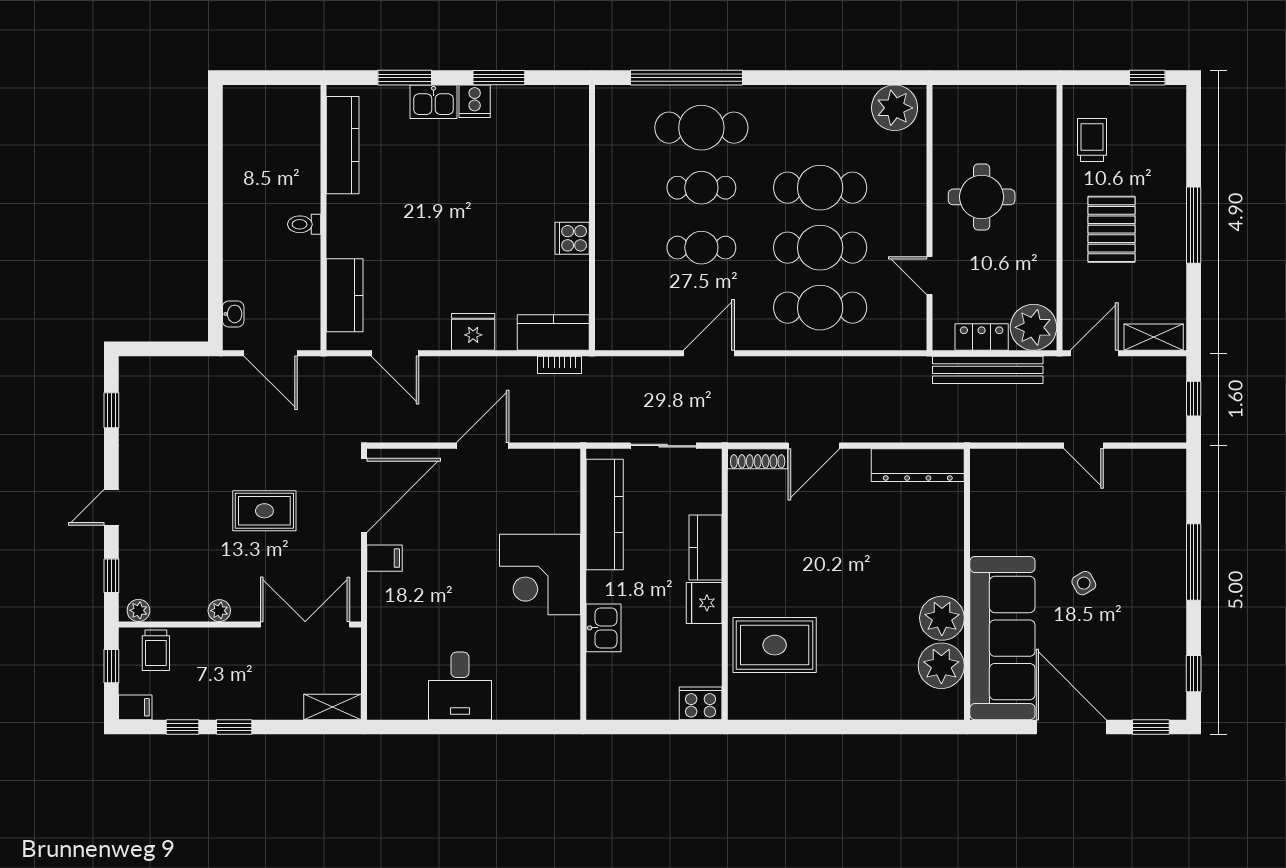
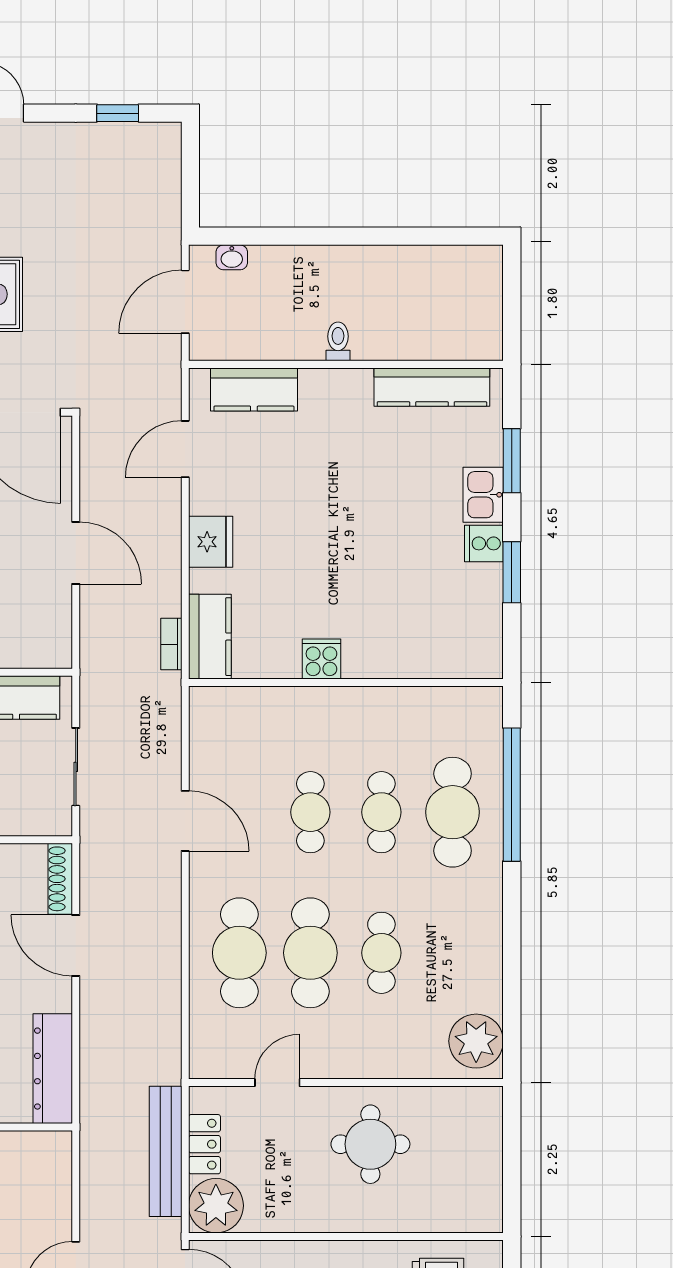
cafe table: (820, 188) -> (381, 953), width x0.73, depth x0.74

